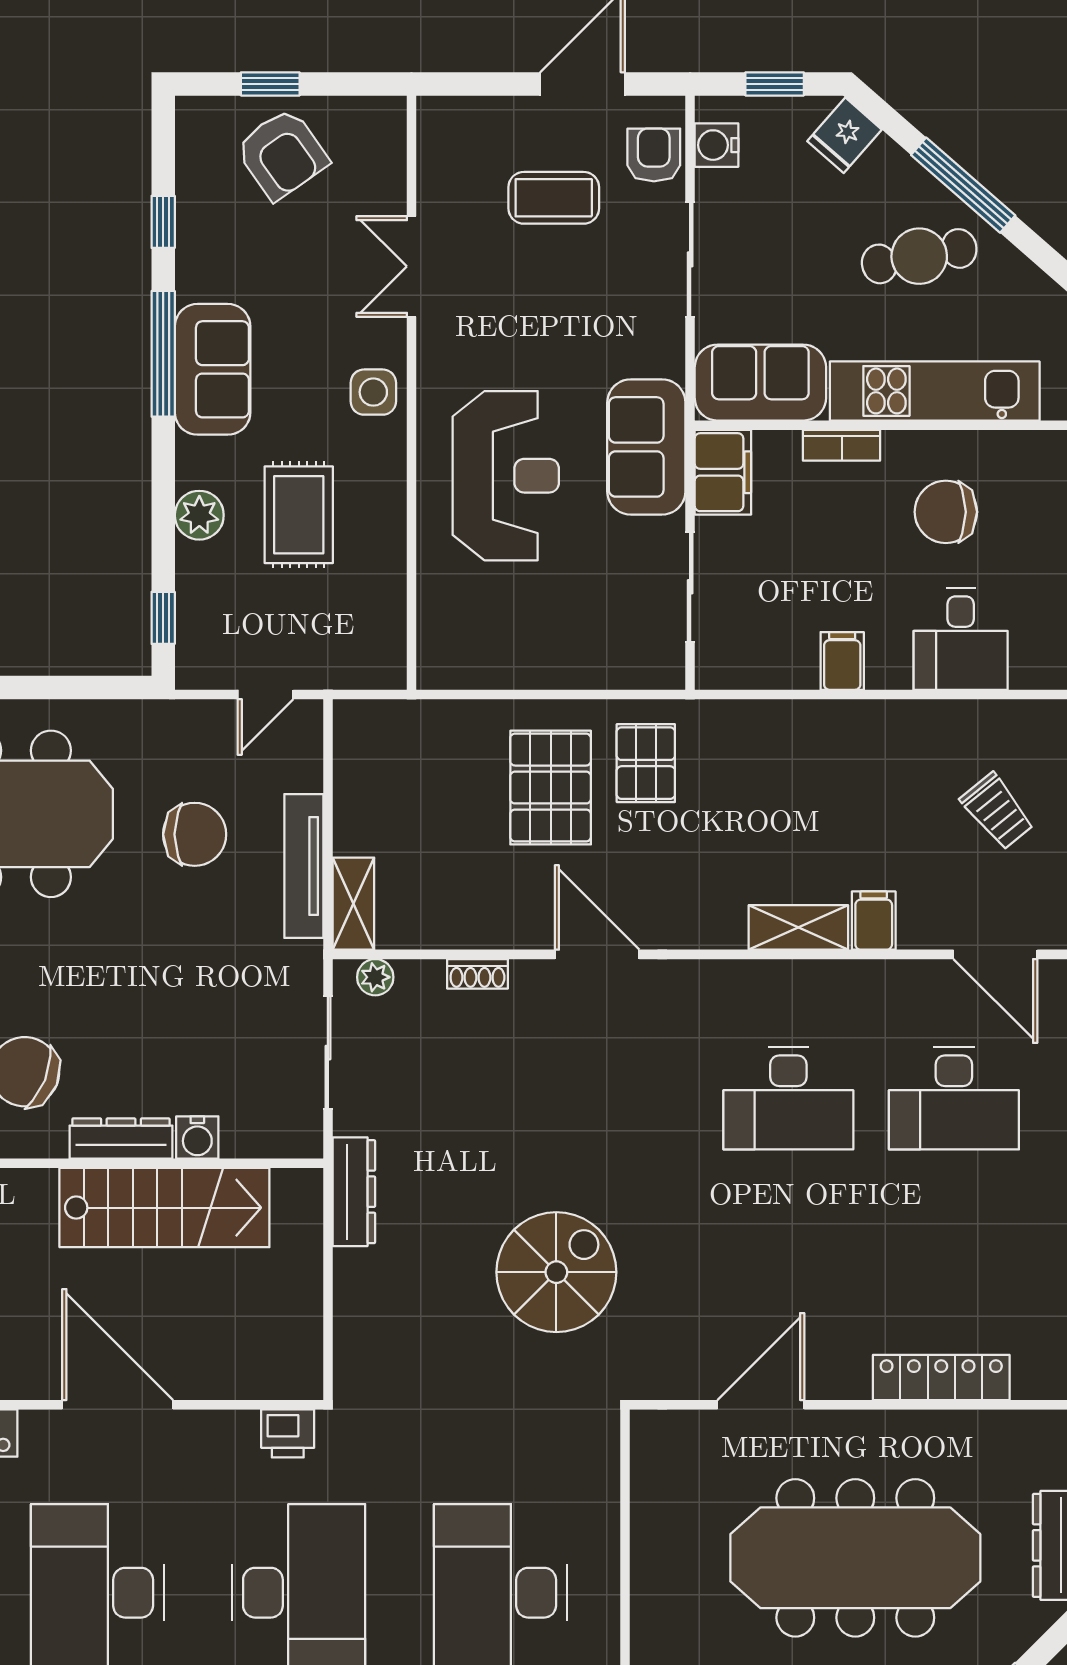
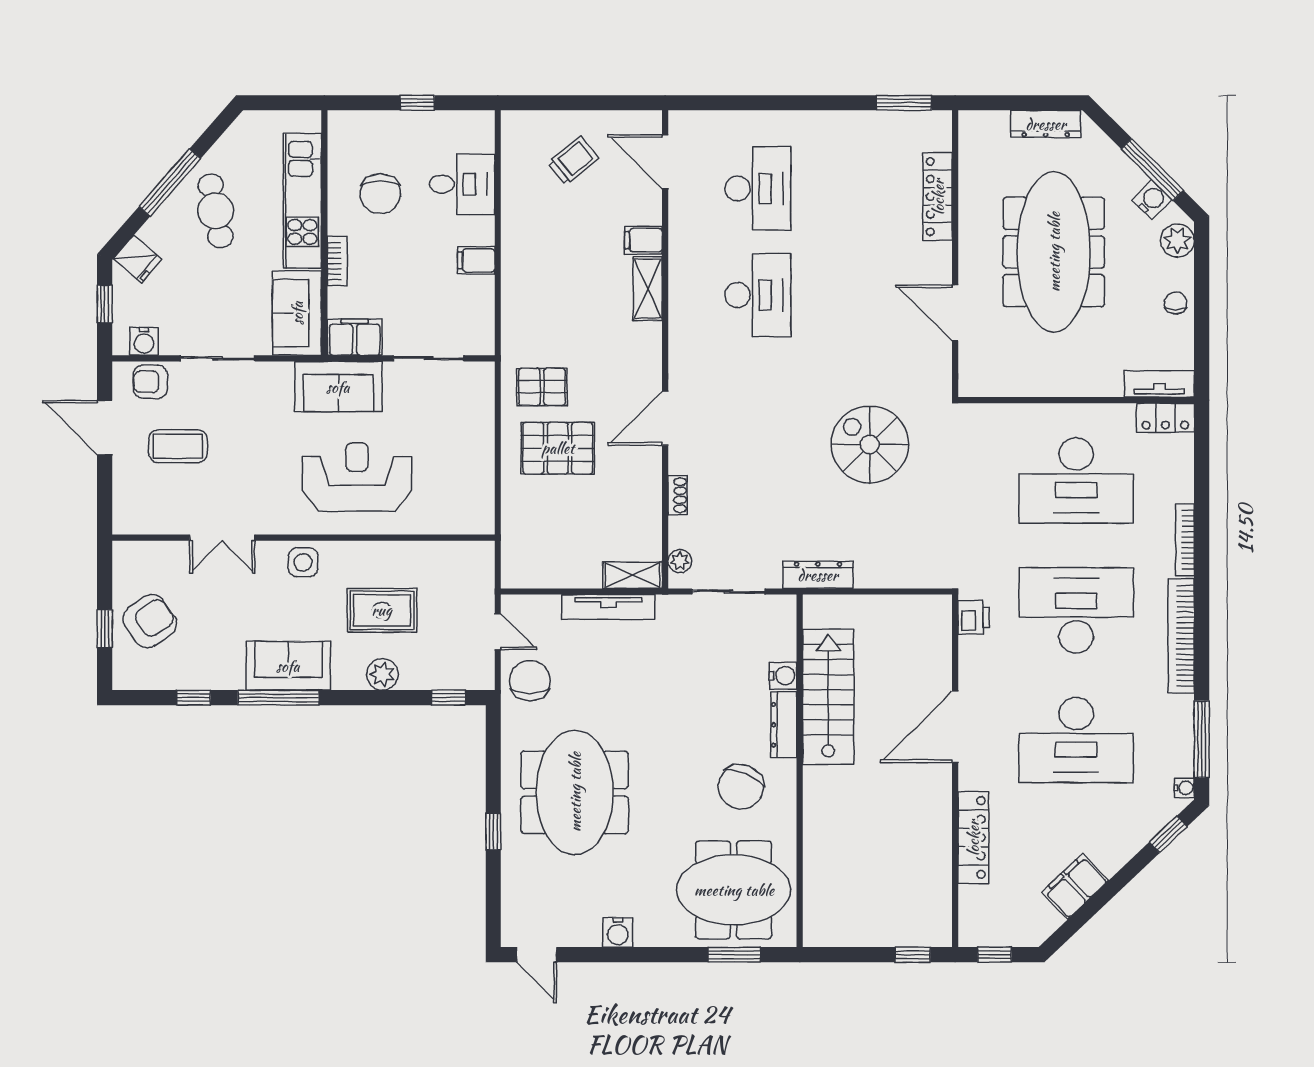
coffee table: (554, 198) -> (178, 446), turned 90
chair: (195, 834) -> (530, 681), moved
door: (995, 954) -> (665, 162), swing flipped

